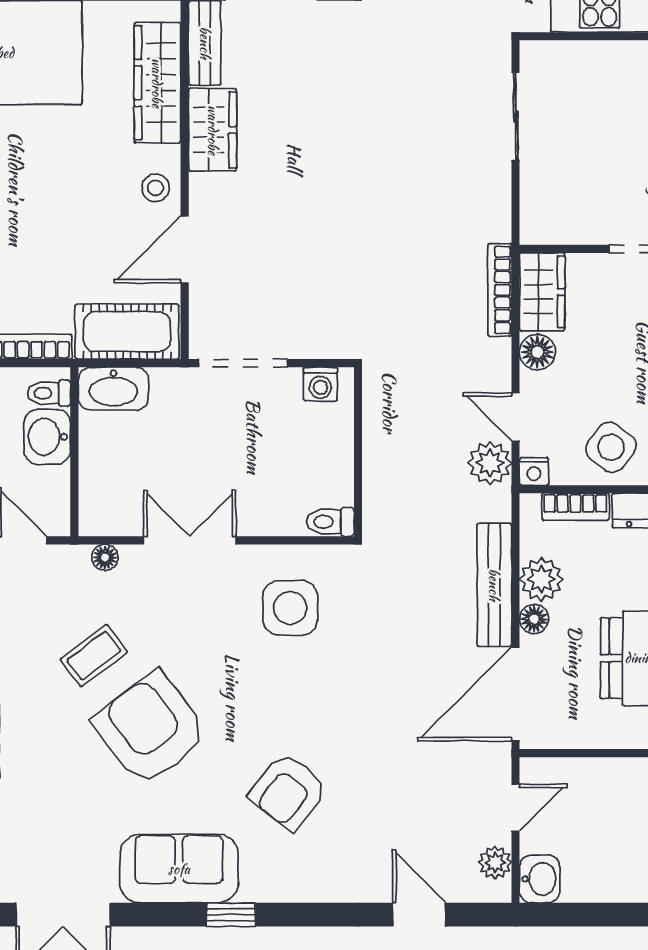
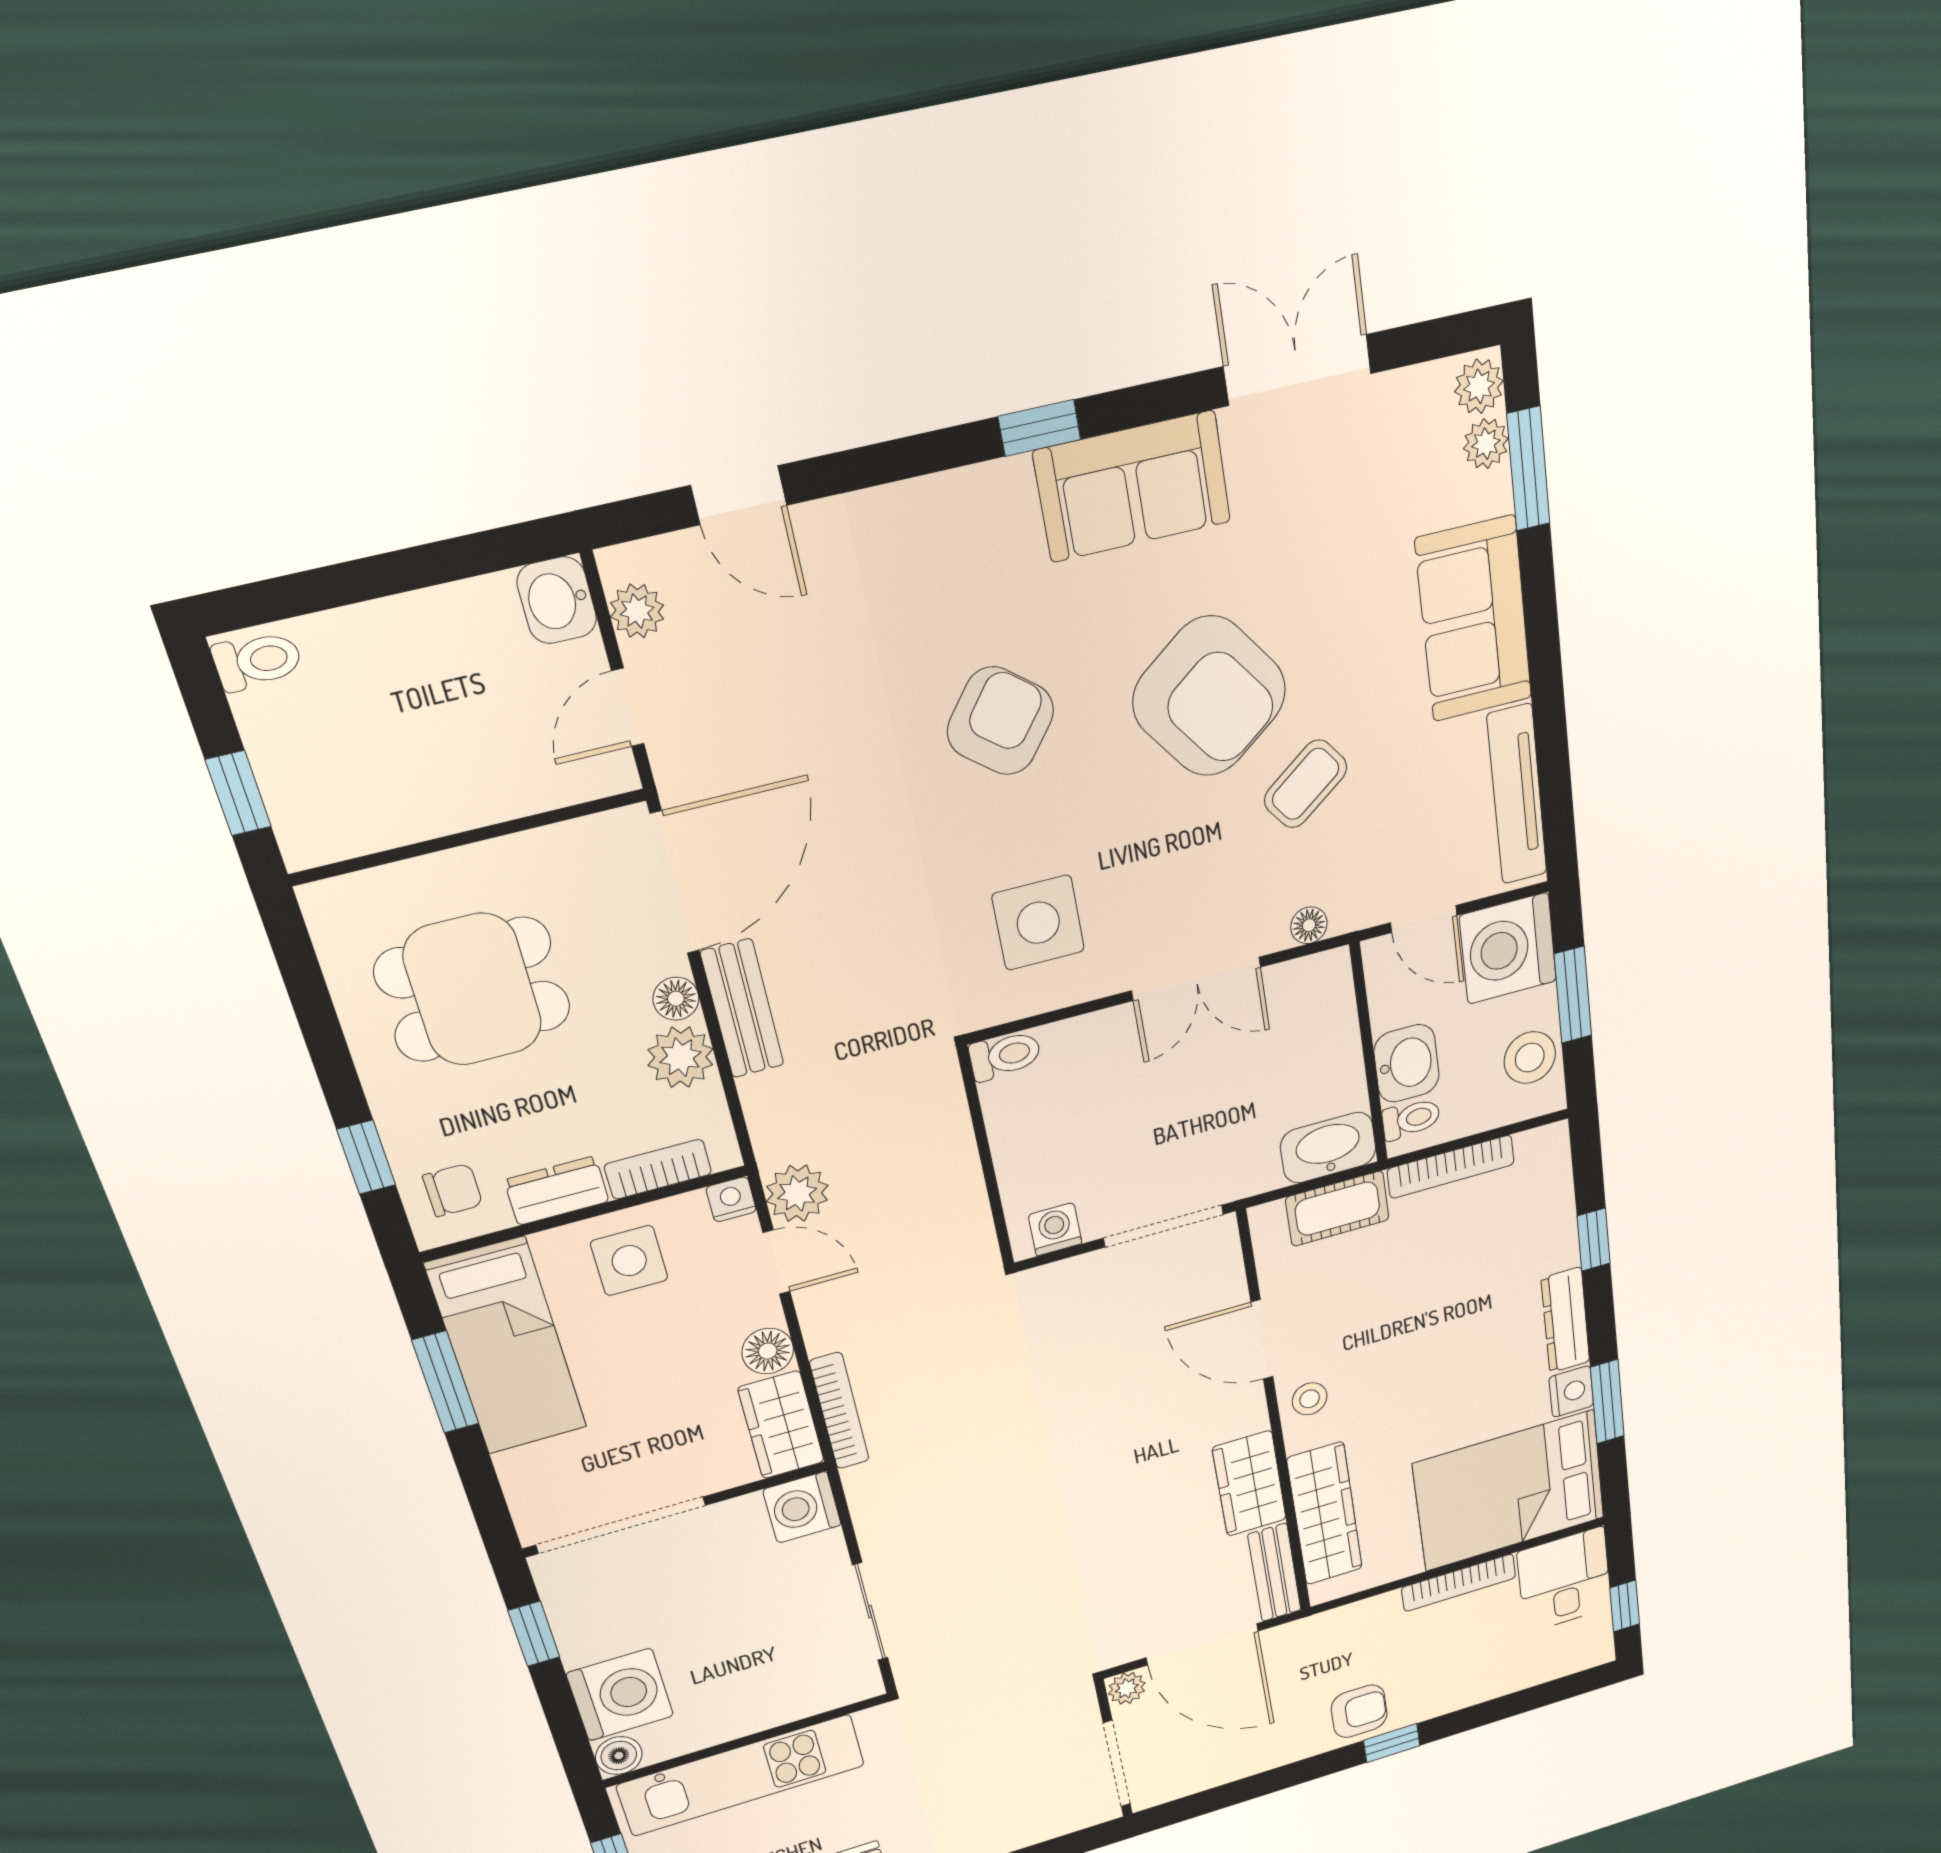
washing machine: (543, 221) -> (802, 1507), added
door: (185, 250) -> (1262, 1340), swing flipped
cot: (127, 332) -> (1337, 1209), width x0.73, depth x0.75
side table: (611, 447) -> (629, 1261), turned -38
bench: (494, 585) -> (742, 1009), width x0.73
armchair: (288, 791) -> (1000, 721), moved

